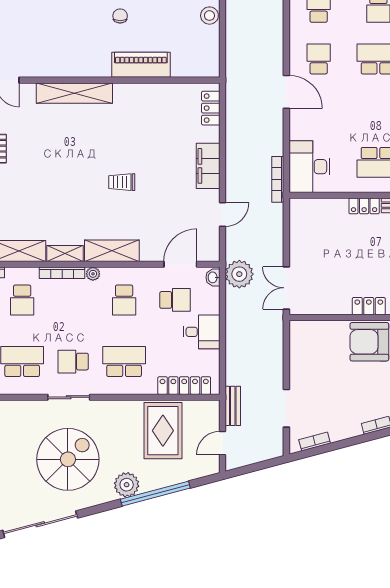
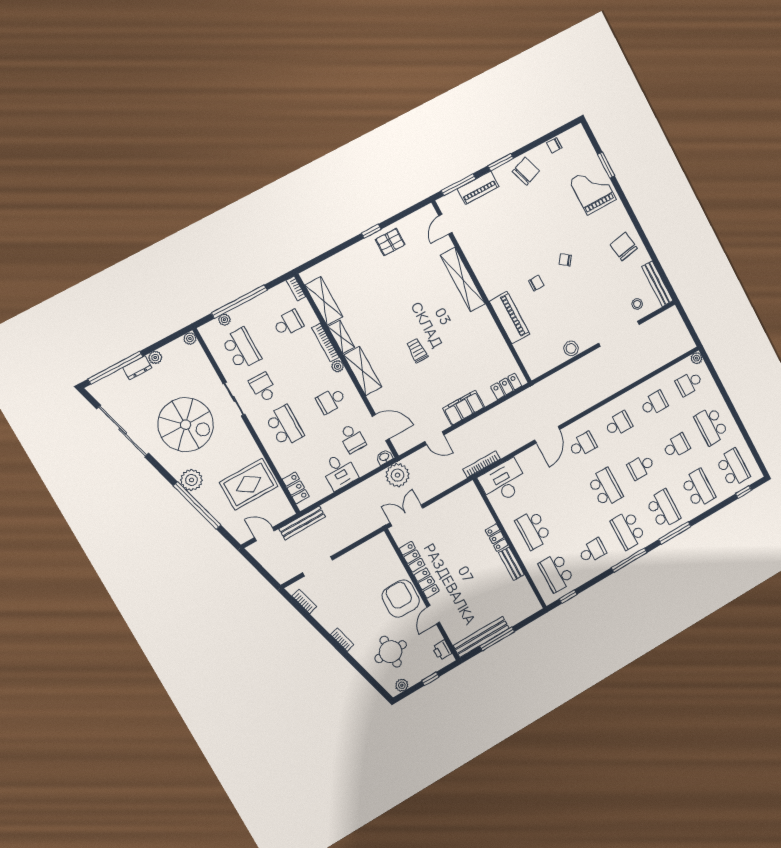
school desk: (22, 300) -> (288, 323), turned 180
locker: (333, 306) -> (412, 557), added
locker: (184, 386) -> (296, 488), width x0.66
bench: (233, 406) -> (302, 523), width x1.36

